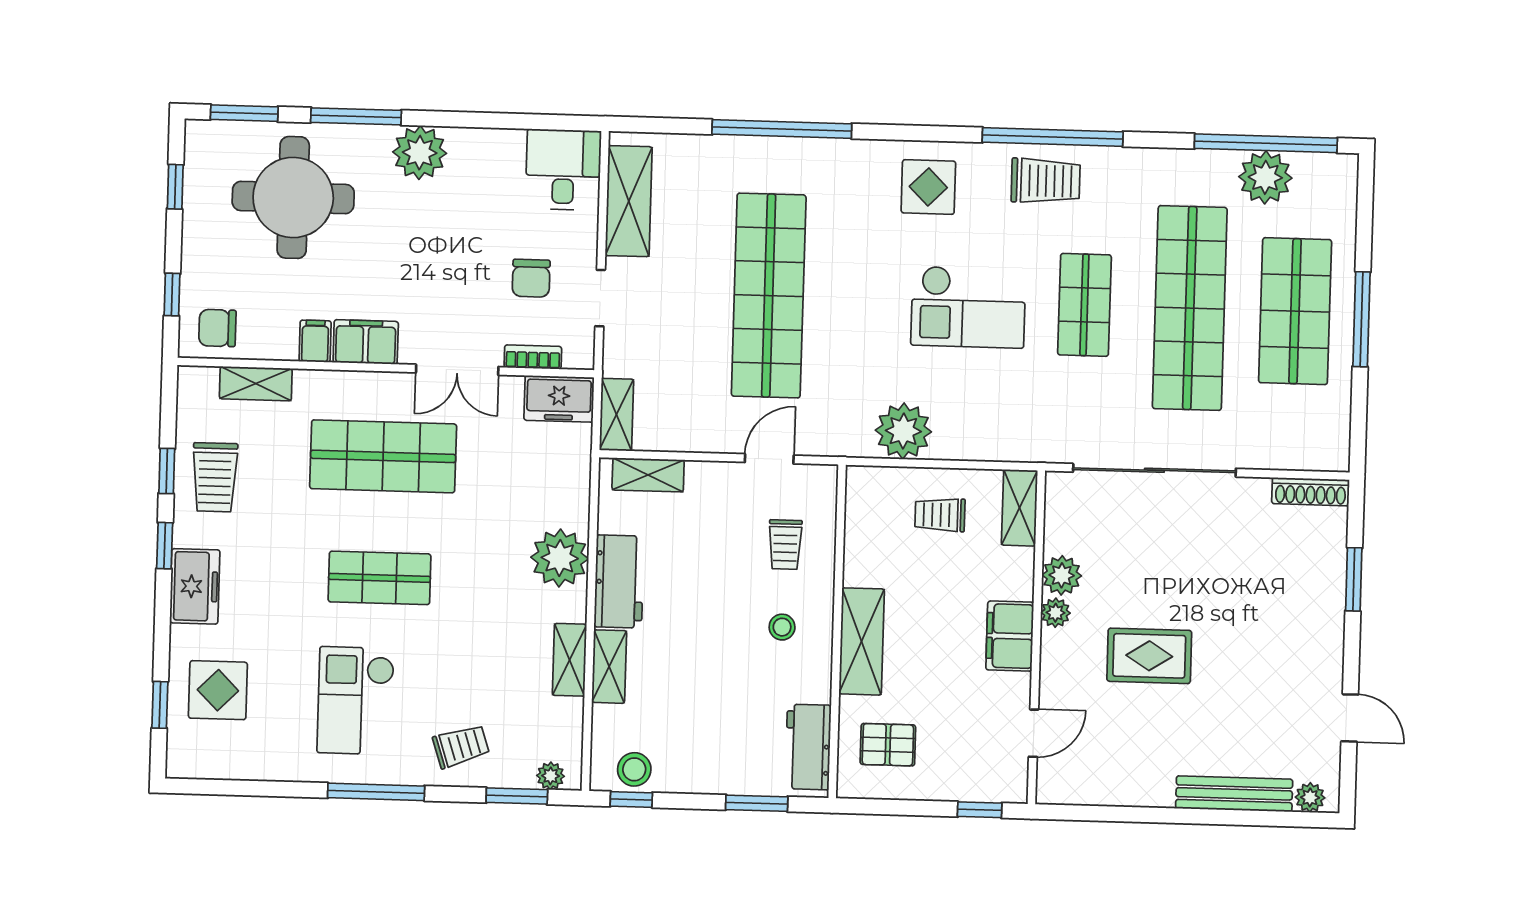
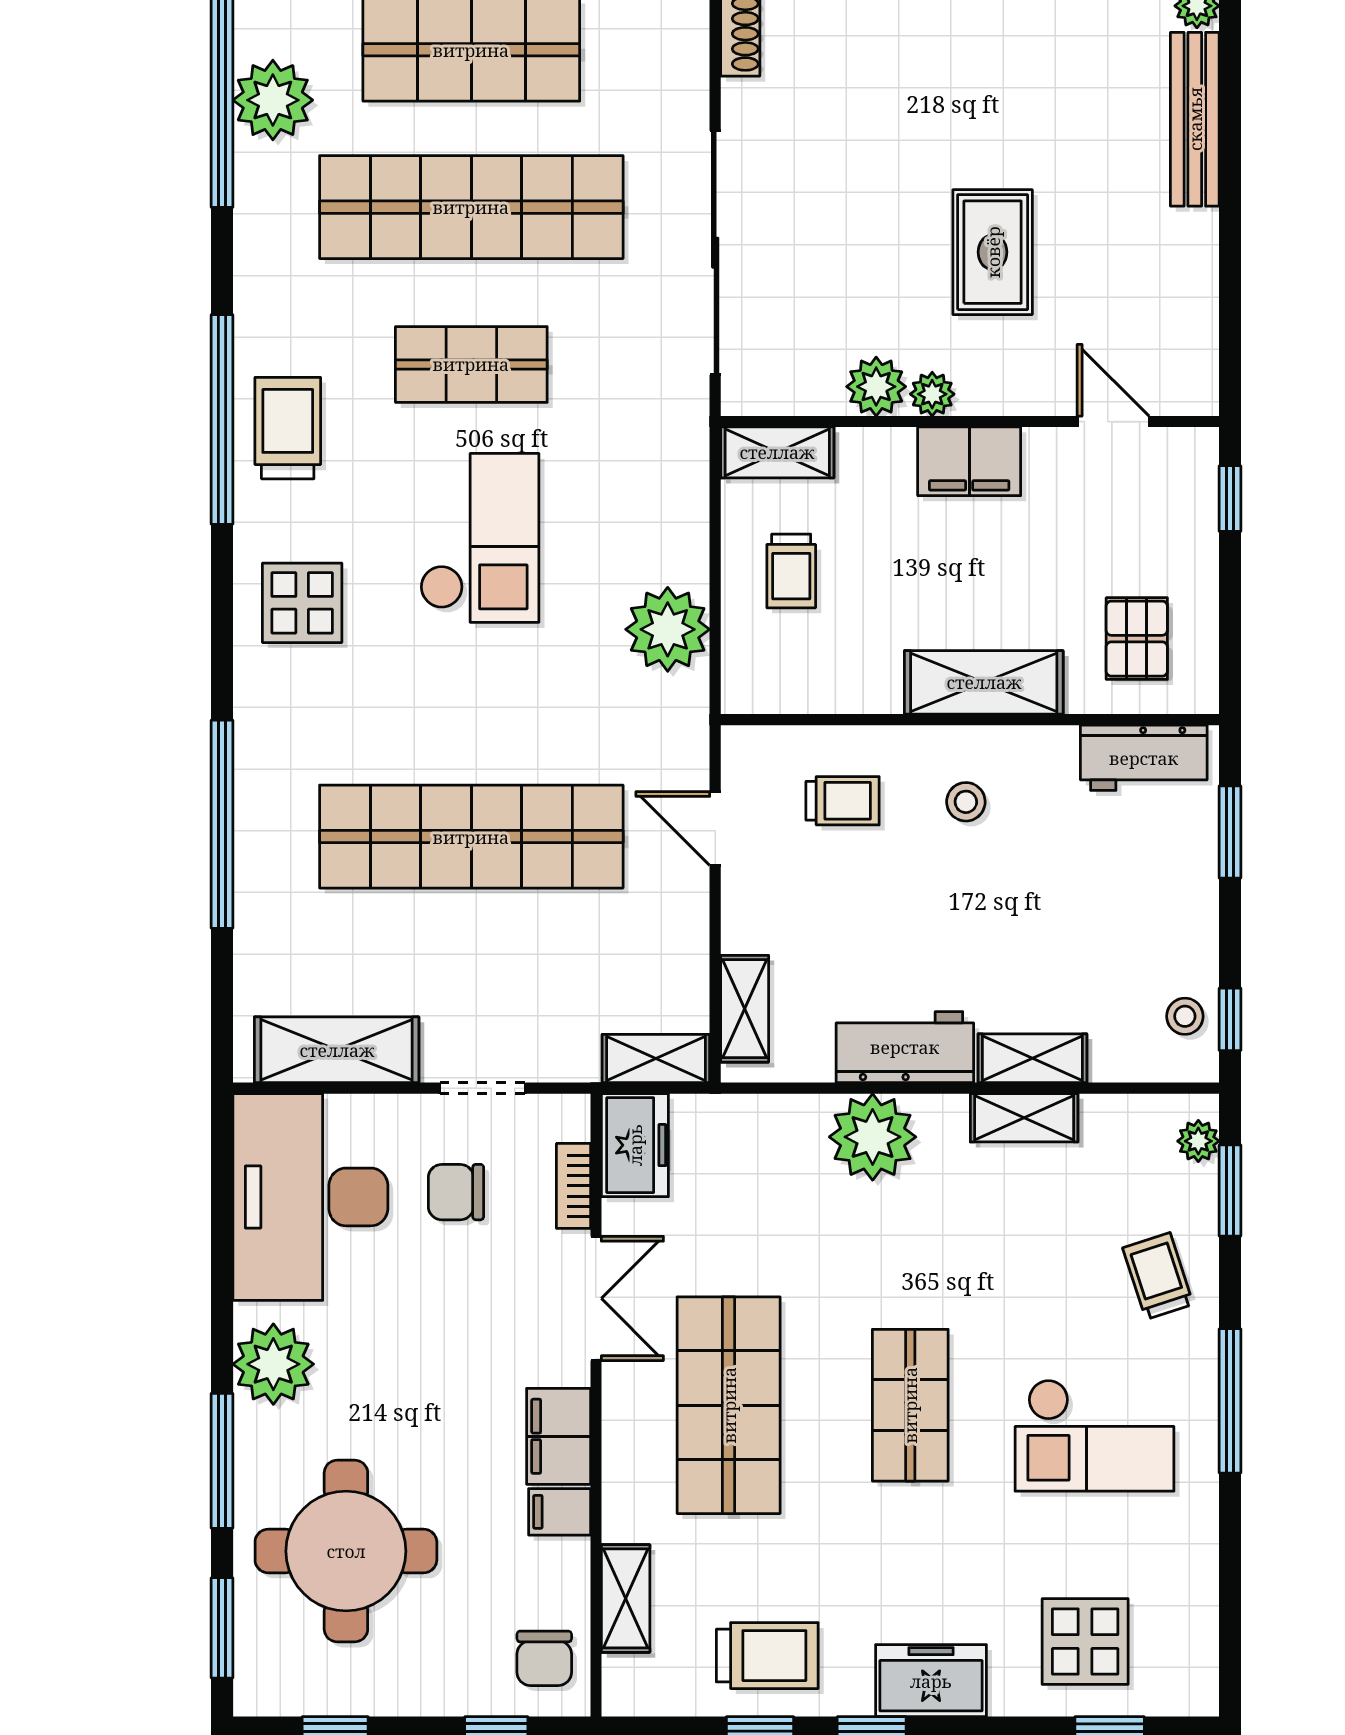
desk: (563, 170) -> (310, 1197), width x1.87, depth x1.30
chair: (531, 278) -> (456, 1192), turned 180
stool: (634, 769) -> (1185, 1016), width x0.73, depth x0.73

